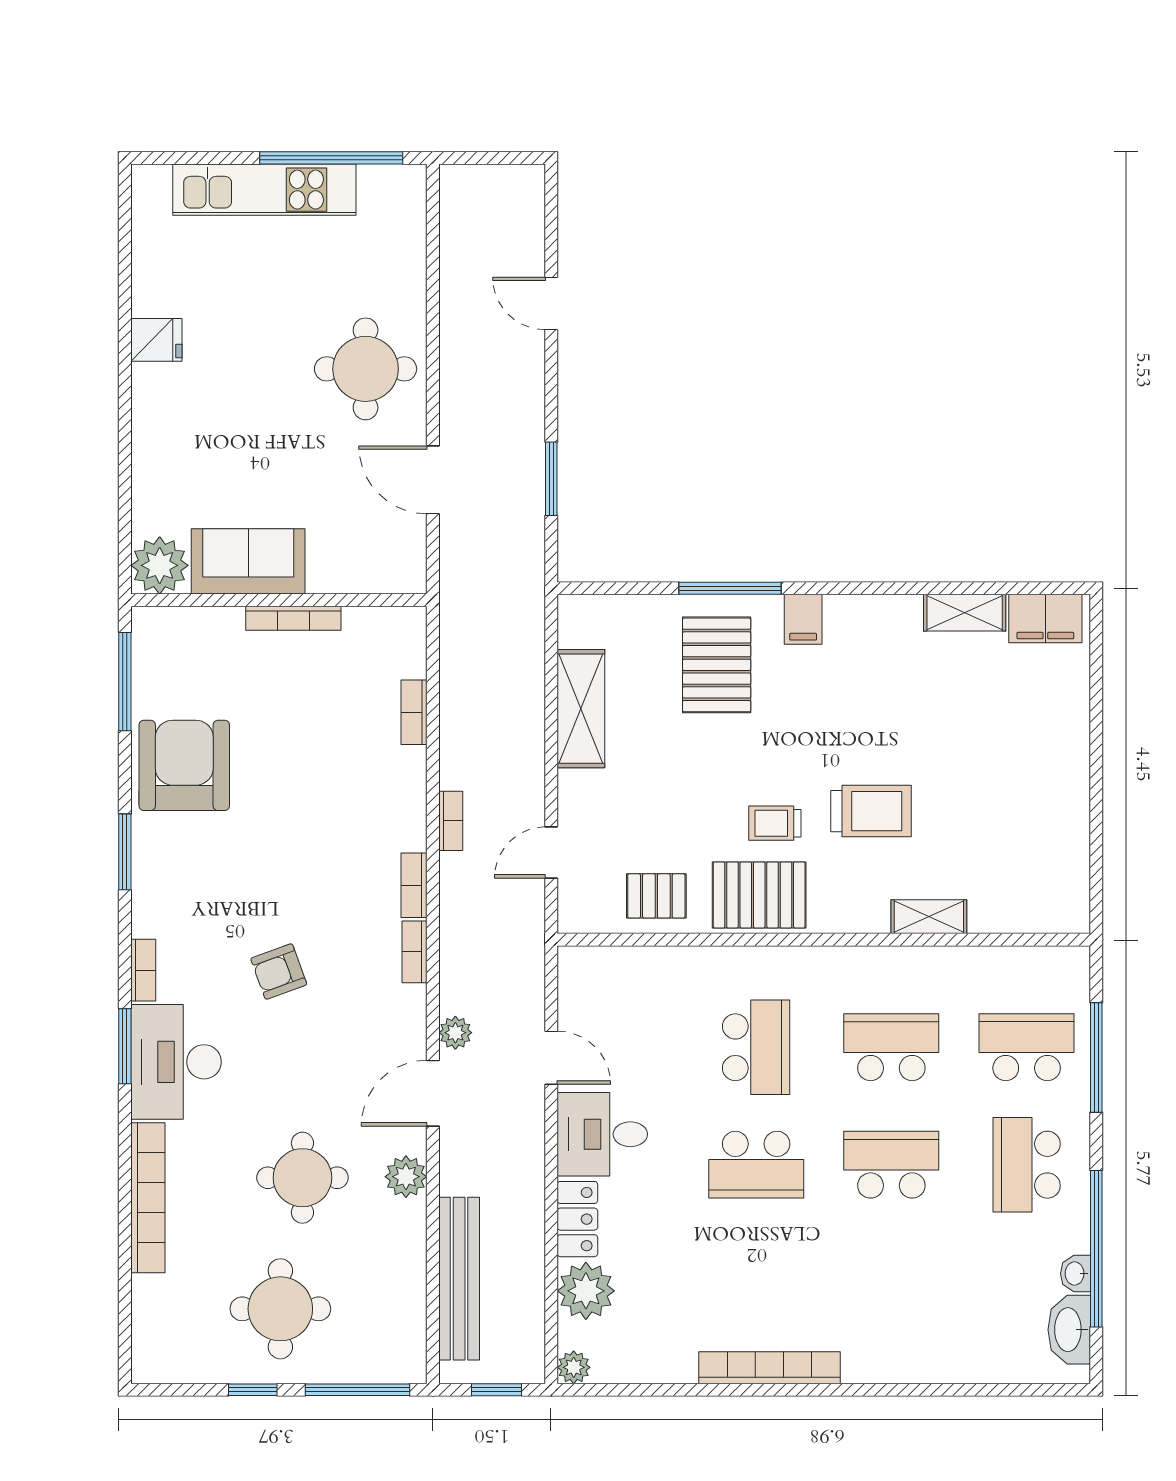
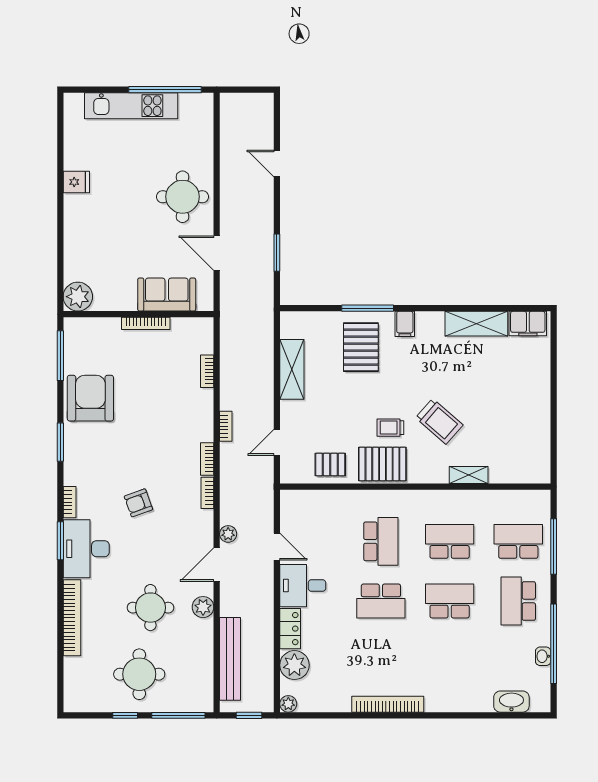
sofa: (248, 561) -> (167, 295), moved
shelving: (965, 613) -> (476, 324), width x1.50, depth x1.33
trolley: (871, 811) -> (439, 421), turned 41
washbasin: (1069, 1330) -> (511, 702), moved, turned 90

